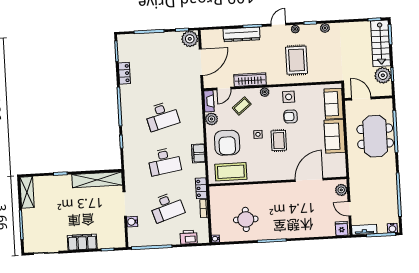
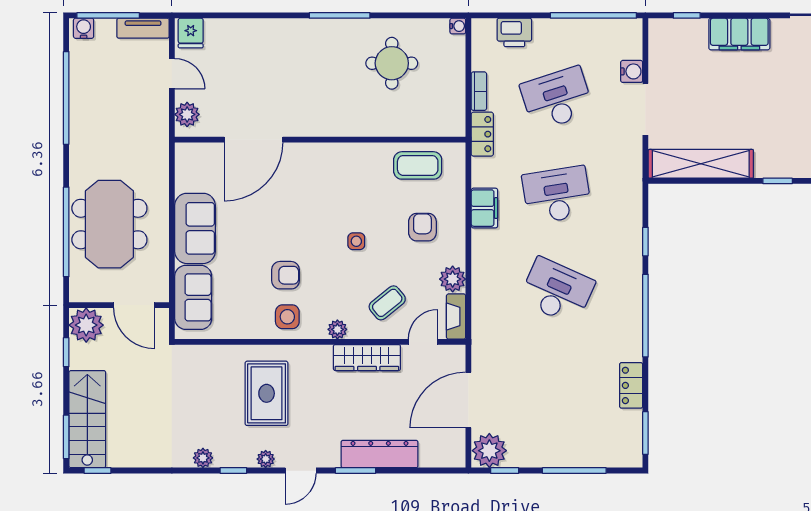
plant: (383, 75) -> (86, 325), moved
desk: (162, 116) -> (557, 291), turned 39
rug: (279, 141) -> (313, 226), removed
armchair: (227, 143) -> (422, 227), width x0.53, depth x0.53
coffee table: (231, 172) -> (418, 165), width x0.73, depth x0.76

